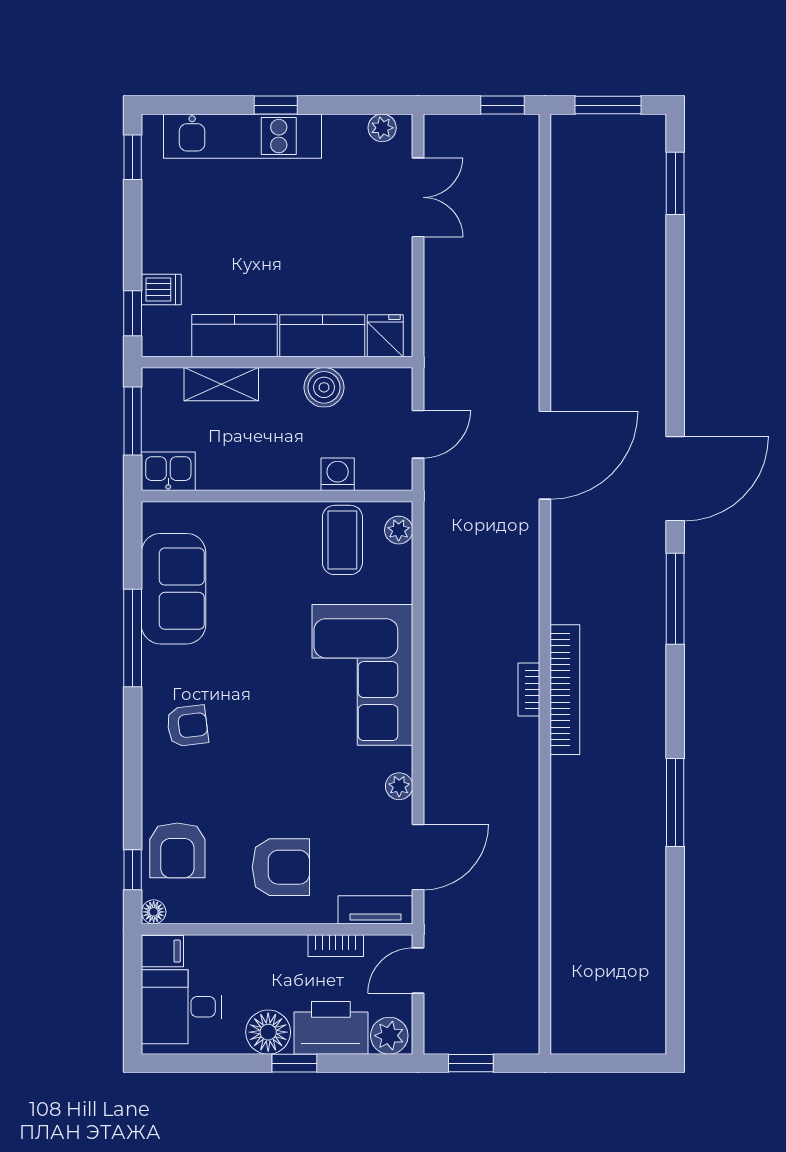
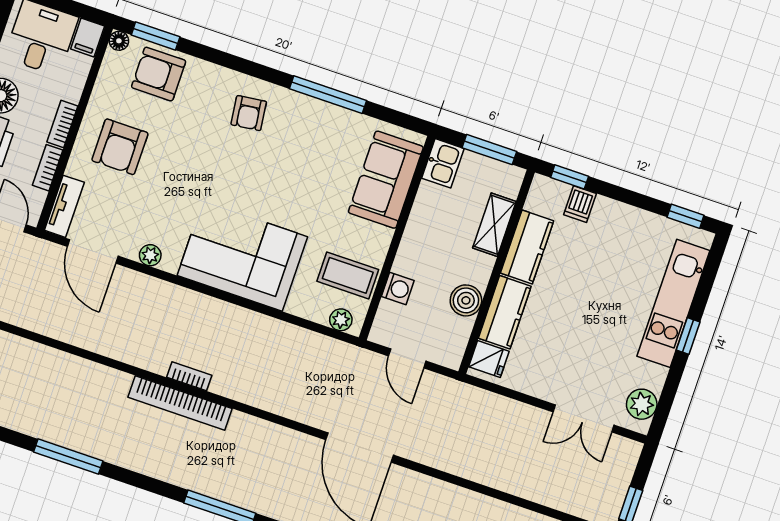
plant: (382, 128) -> (642, 404), width x1.38, depth x1.38
sofa: (173, 589) -> (386, 180), moved, turned 90
window: (133, 870) -> (156, 36), width x1.50
bookcase: (277, 946) -> (62, 124), added

